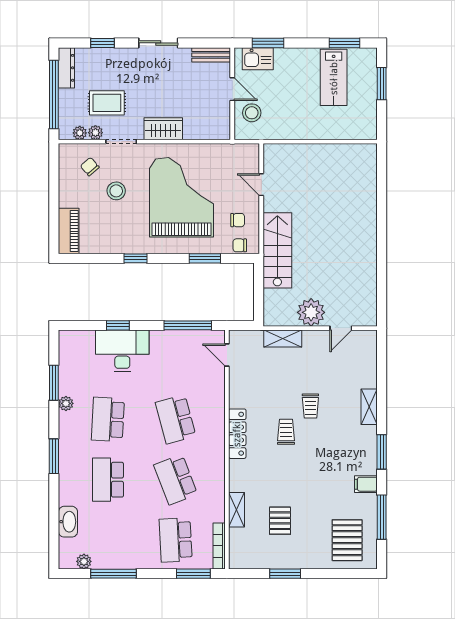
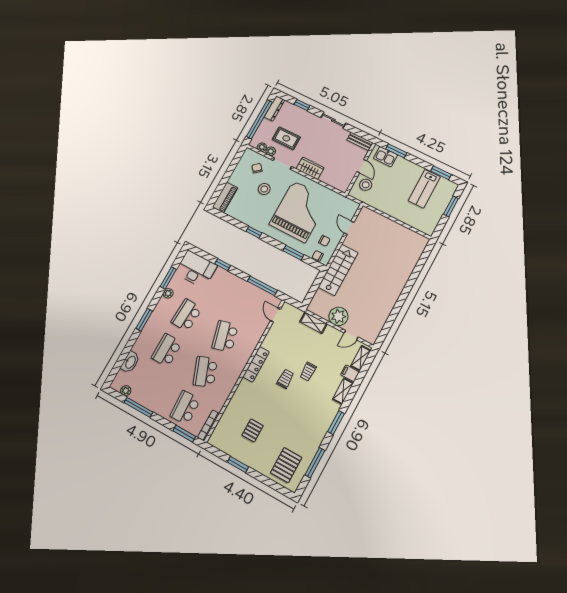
desk: (122, 351) -> (196, 269), moved
filing cabinet: (366, 484) -> (350, 373), moved
shelving: (236, 510) -> (361, 358), moved

